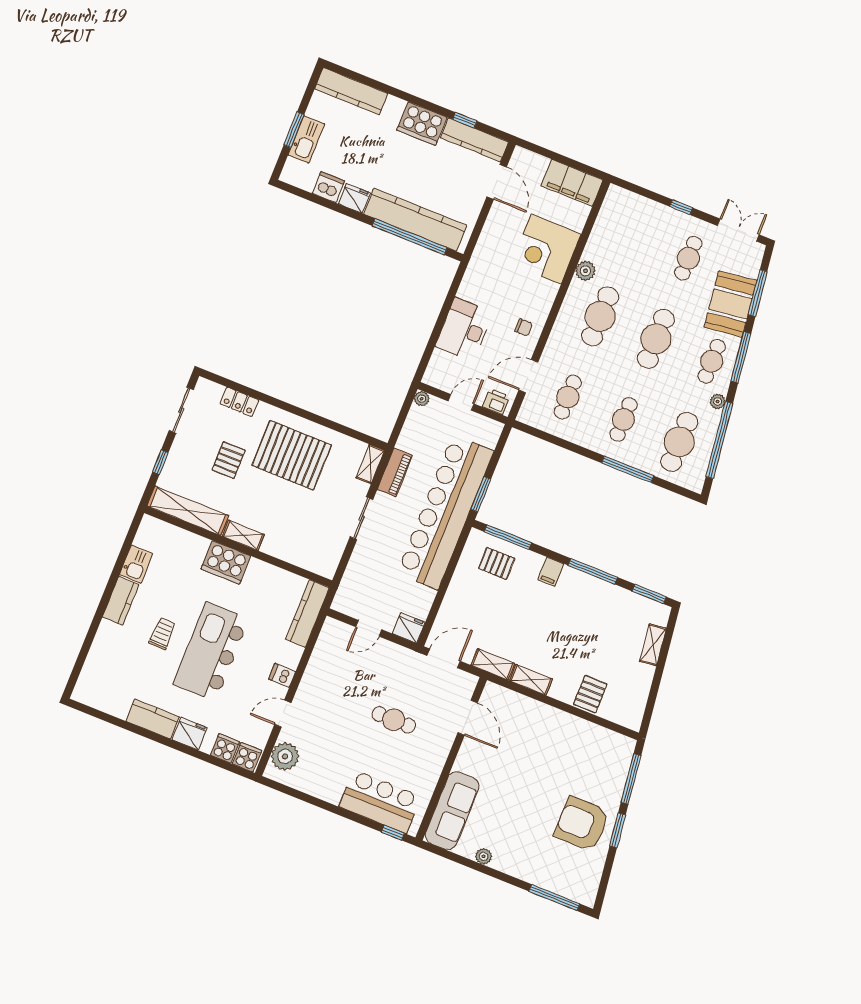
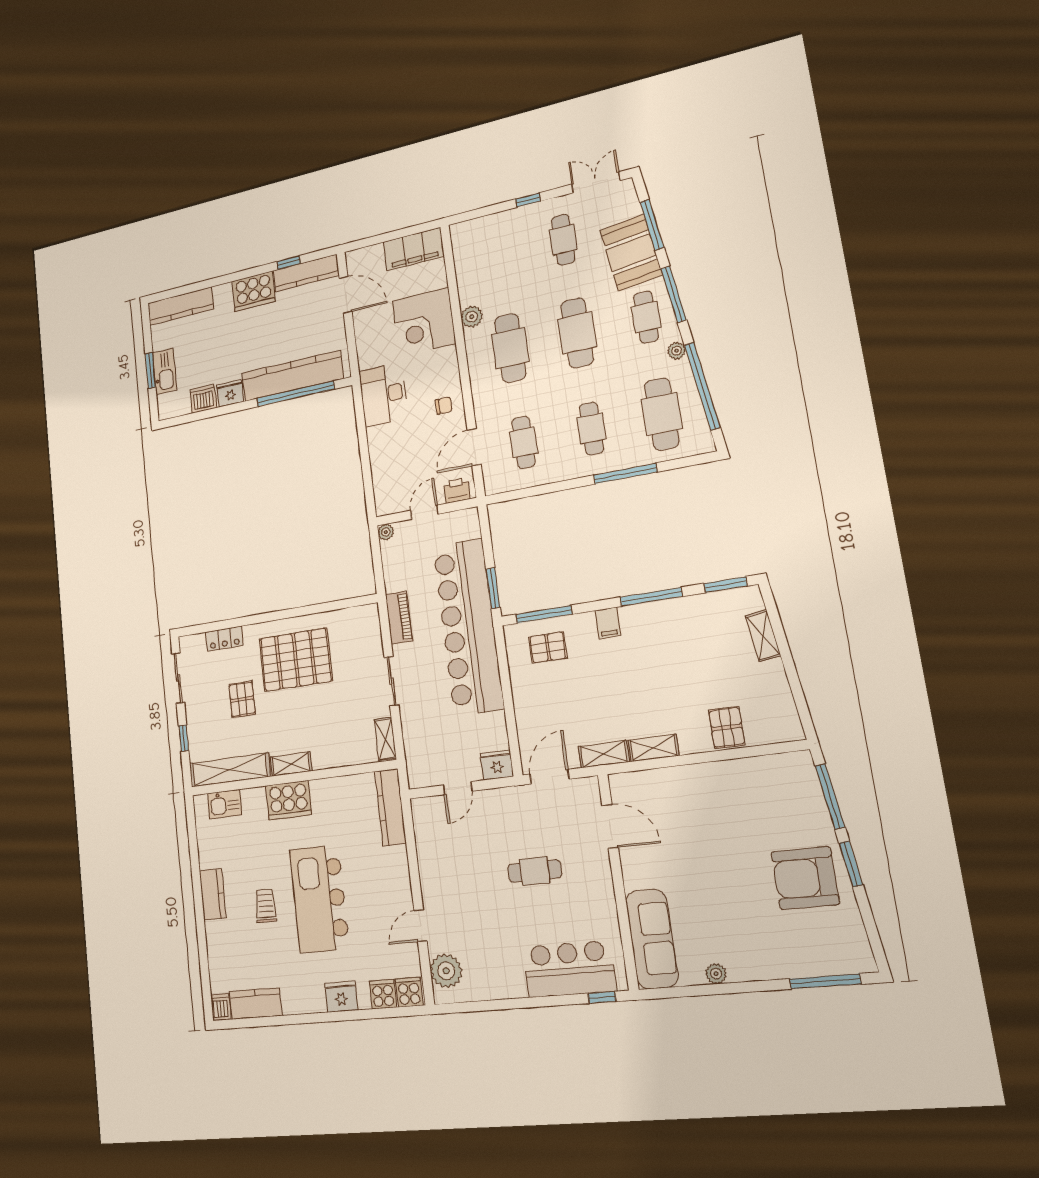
desk: (464, 329) -> (384, 395), moved
shelving: (370, 464) -> (385, 739), moved
kitchen sink: (136, 564) -> (225, 804), moved, turned 90
dishwasher: (282, 675) -> (221, 1007), moved, turned 90
kitchen counter: (153, 719) -> (256, 1003), moved

